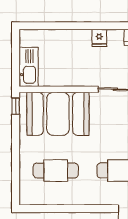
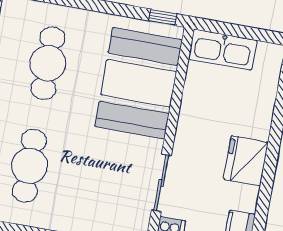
fridge: (99, 38) -> (246, 161), width x1.88, depth x1.34

